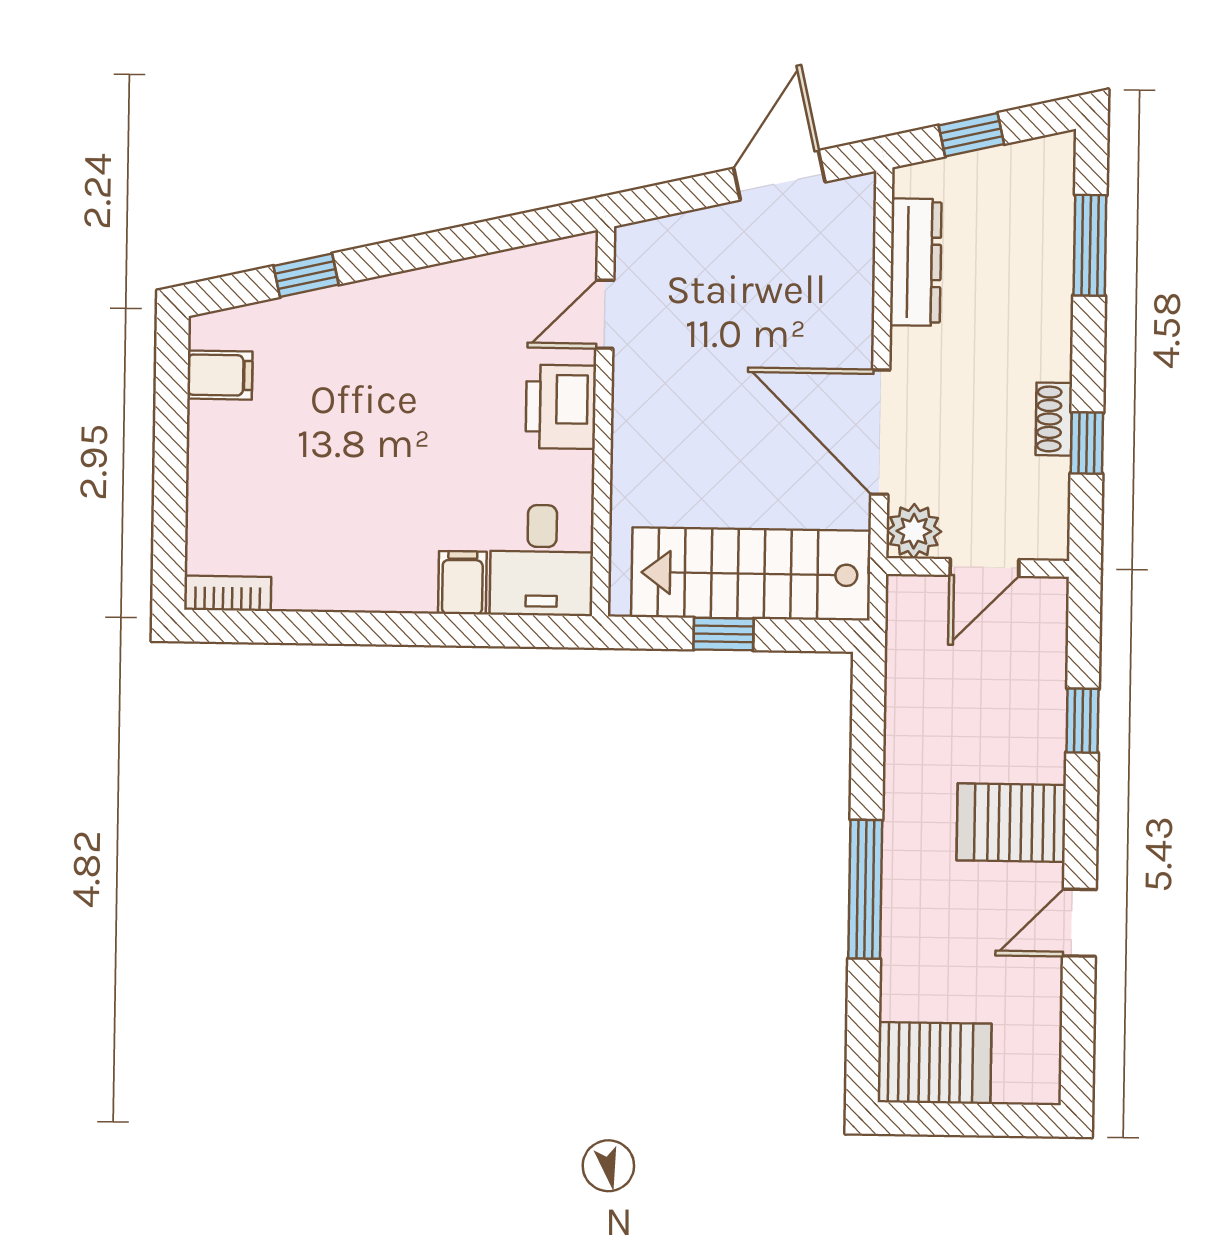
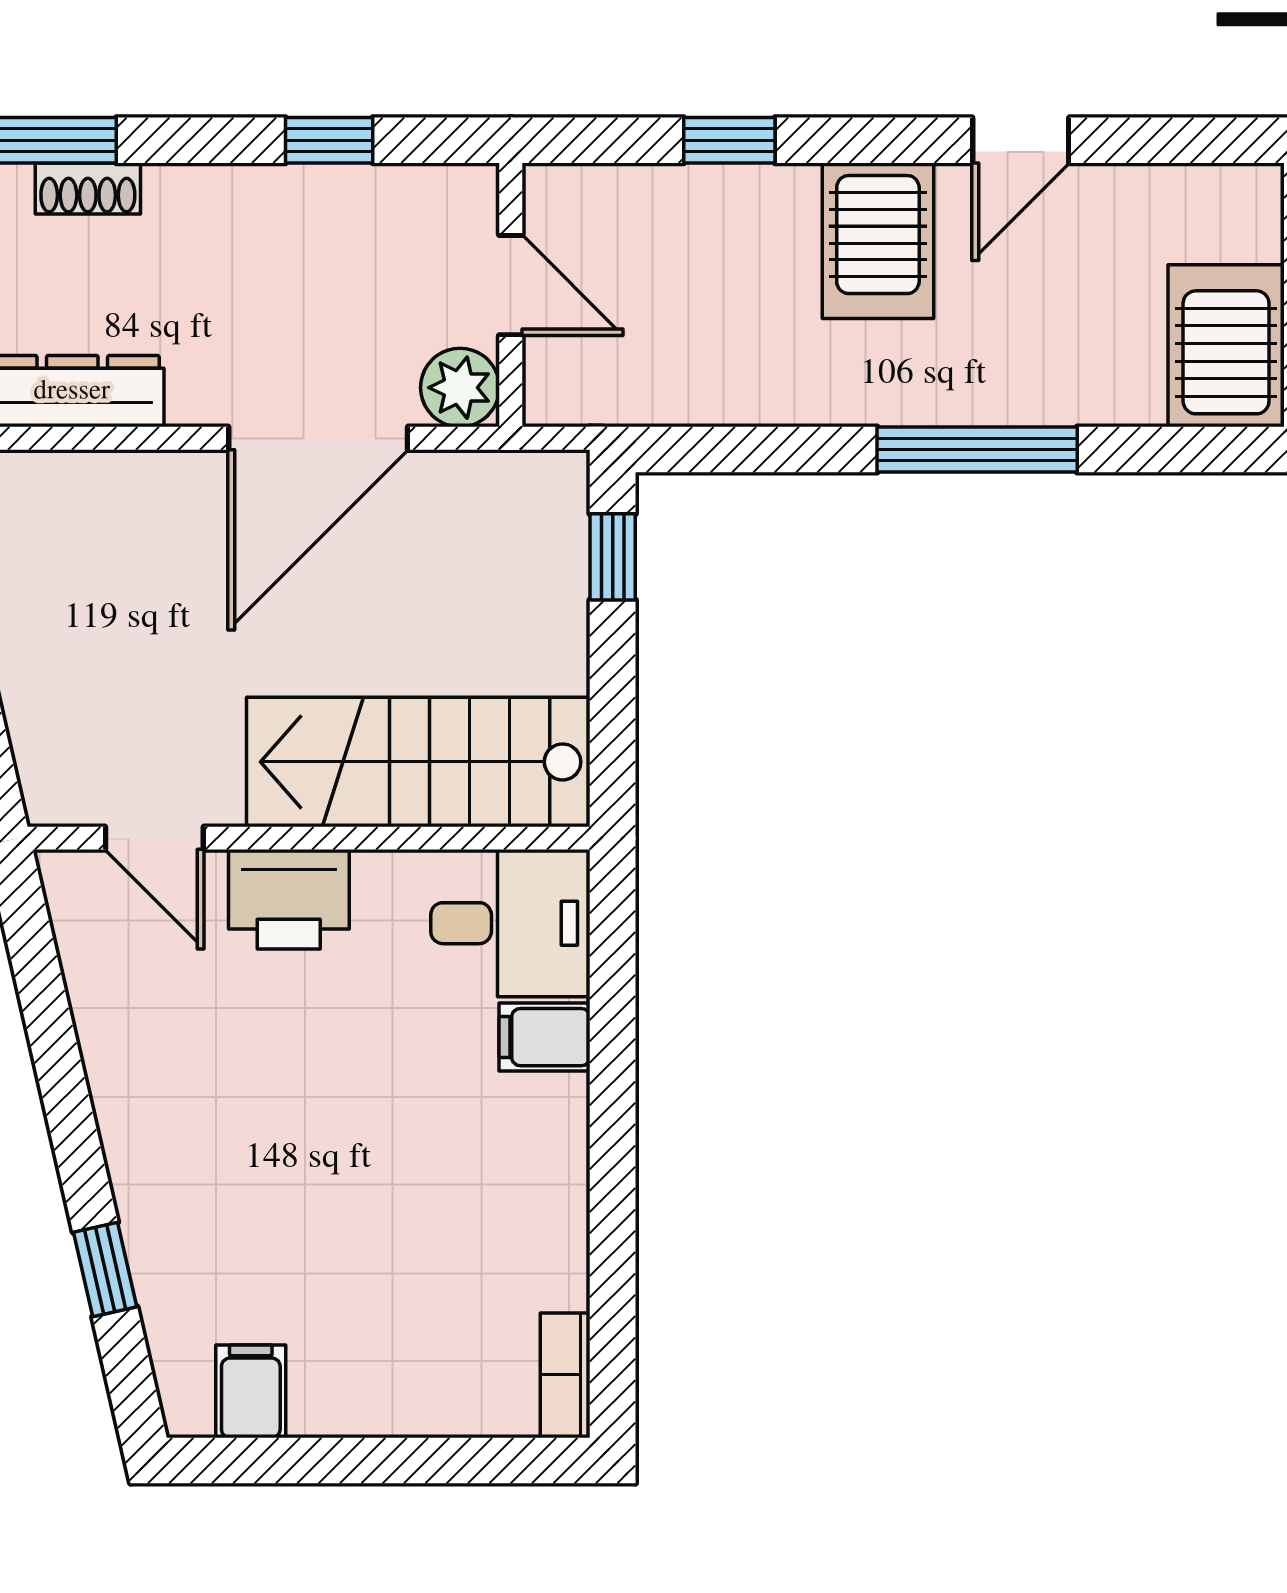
shoe rack: (1054, 419) -> (88, 188), moved
stairs: (751, 574) -> (418, 762), moved, turned 90
window: (723, 634) -> (613, 557), moved
door: (1079, 923) -> (1021, 140), hinge flipped

